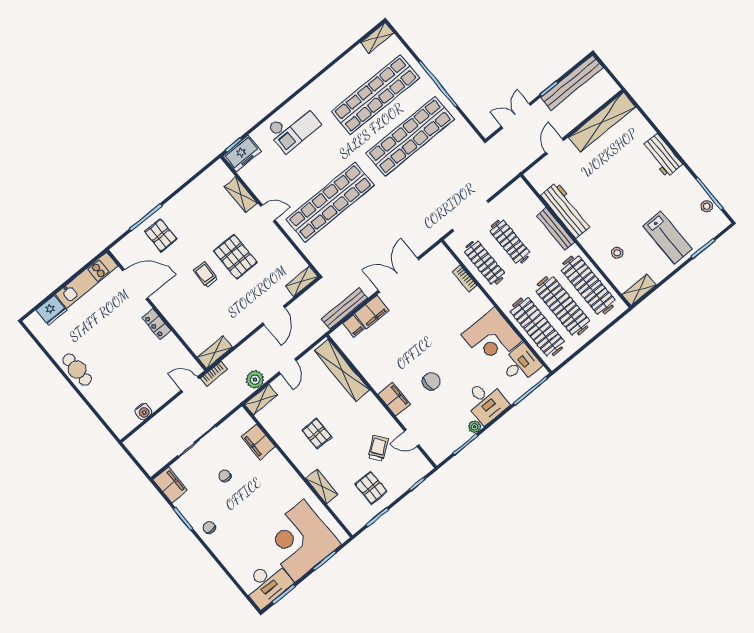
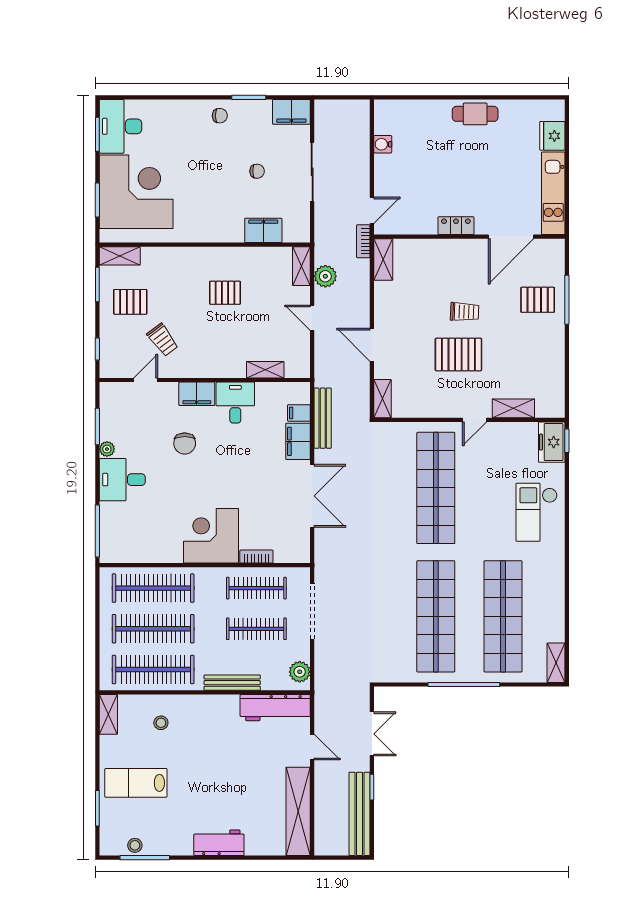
plant: (514, 193) -> (300, 672), added
workbench: (566, 210) -> (275, 708), moved
corner desk: (492, 338) -> (211, 536), moved
desk: (520, 364) -> (235, 403), moved, turned 180
shelving: (342, 370) -> (265, 370), width x0.45, depth x0.75
shelving: (322, 486) -> (120, 256), moved

